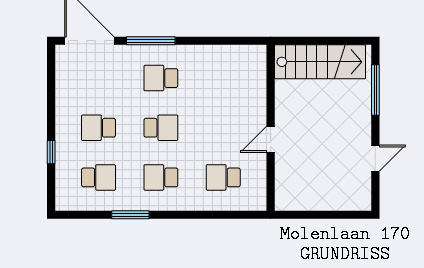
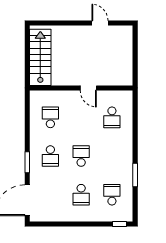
window: (151, 41) -> (27, 162), width x0.69
window: (375, 90) -> (58, 23), removed
window: (51, 152) -> (119, 224), moved
school desk: (161, 177) -> (50, 117), moved, turned 180

